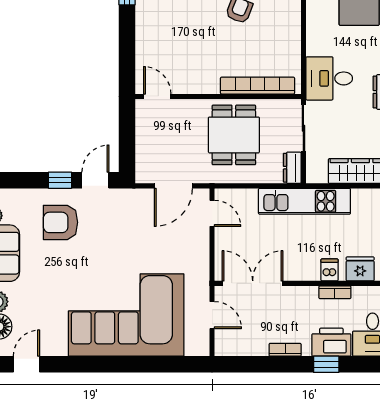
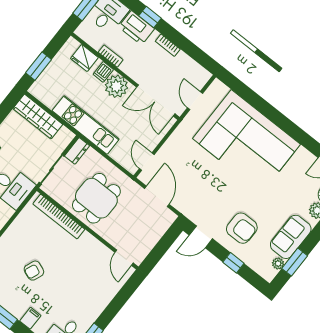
window: (60, 180) -> (233, 263), moved
door: (173, 186) -> (157, 196), hinge flipped
plant: (304, 266) -> (116, 86), added

